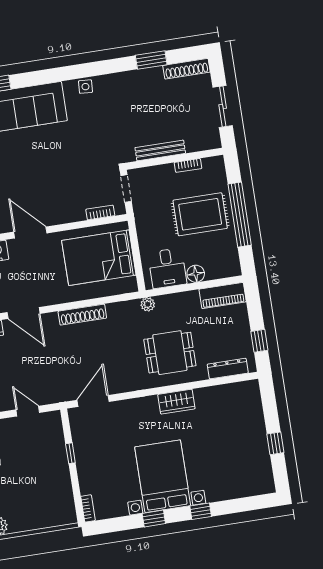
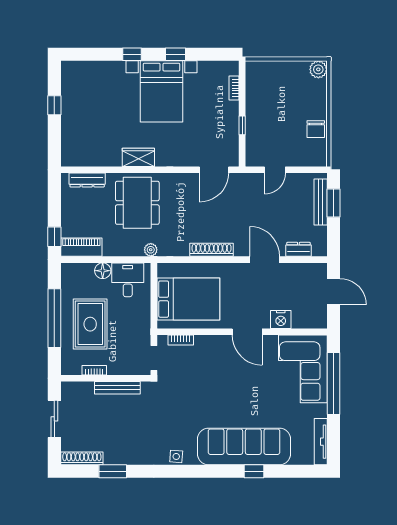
rug: (200, 214) -> (90, 324), turned 90
window: (259, 341) -> (54, 237), moved
dining table: (170, 353) -> (137, 203), width x1.38
door: (28, 411) -> (275, 170), hinge flipped
bookcase: (88, 508) -> (234, 88), moved

